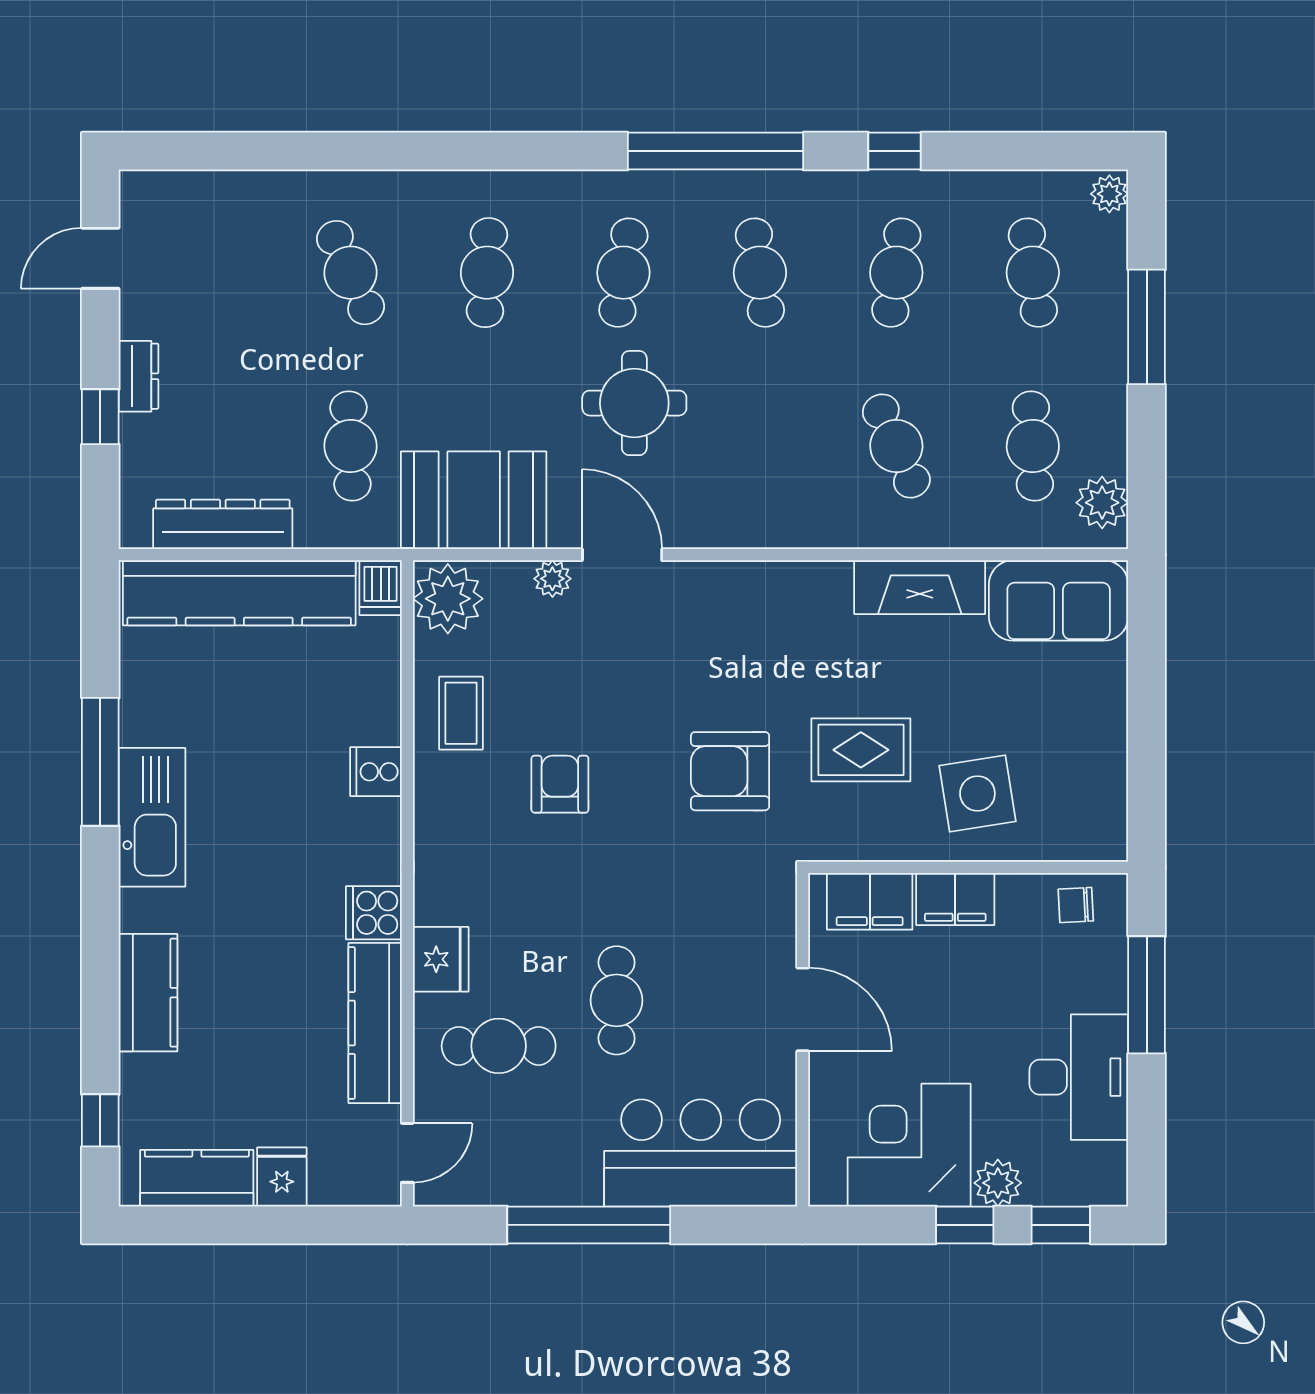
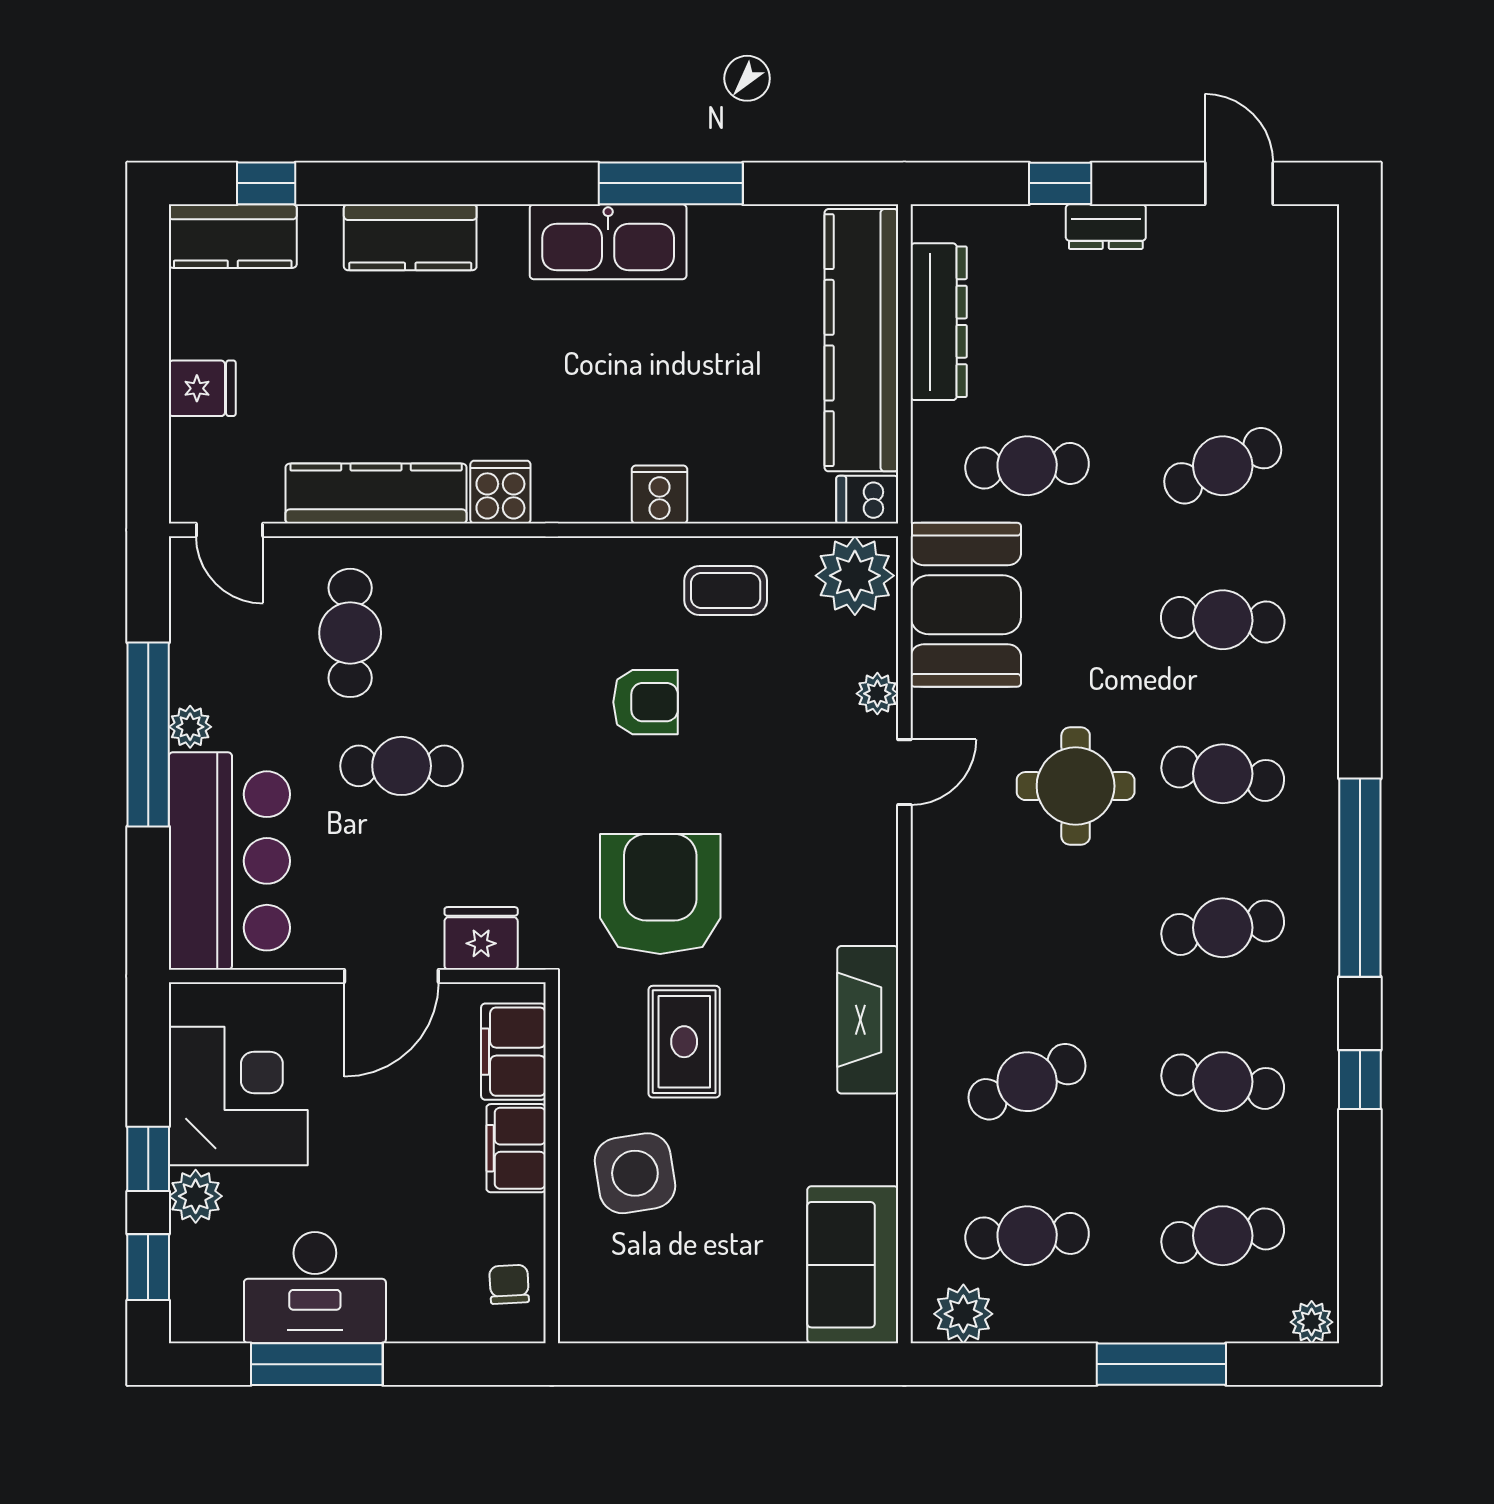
door: (622, 555) -> (904, 772), width x0.73
fireplace: (920, 587) -> (868, 1020), moved
armchair: (730, 771) -> (660, 894), width x1.36, depth x1.36
fridge: (441, 959) -> (481, 938), moved, turned 180
window: (1147, 995) -> (317, 1364), moved
kitchen counter: (197, 1178) -> (233, 236), moved, turned 90
plant: (582, 1188) -> (190, 727), added

